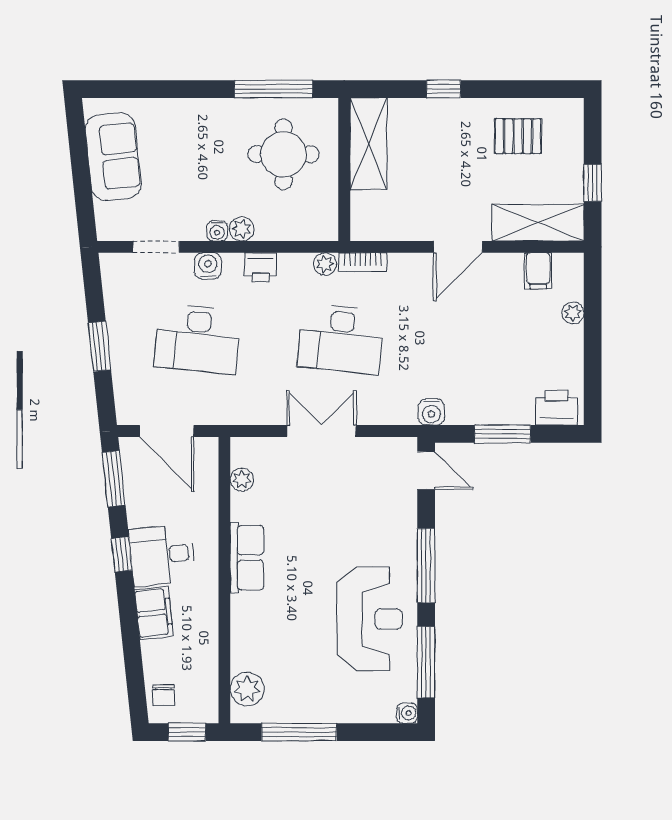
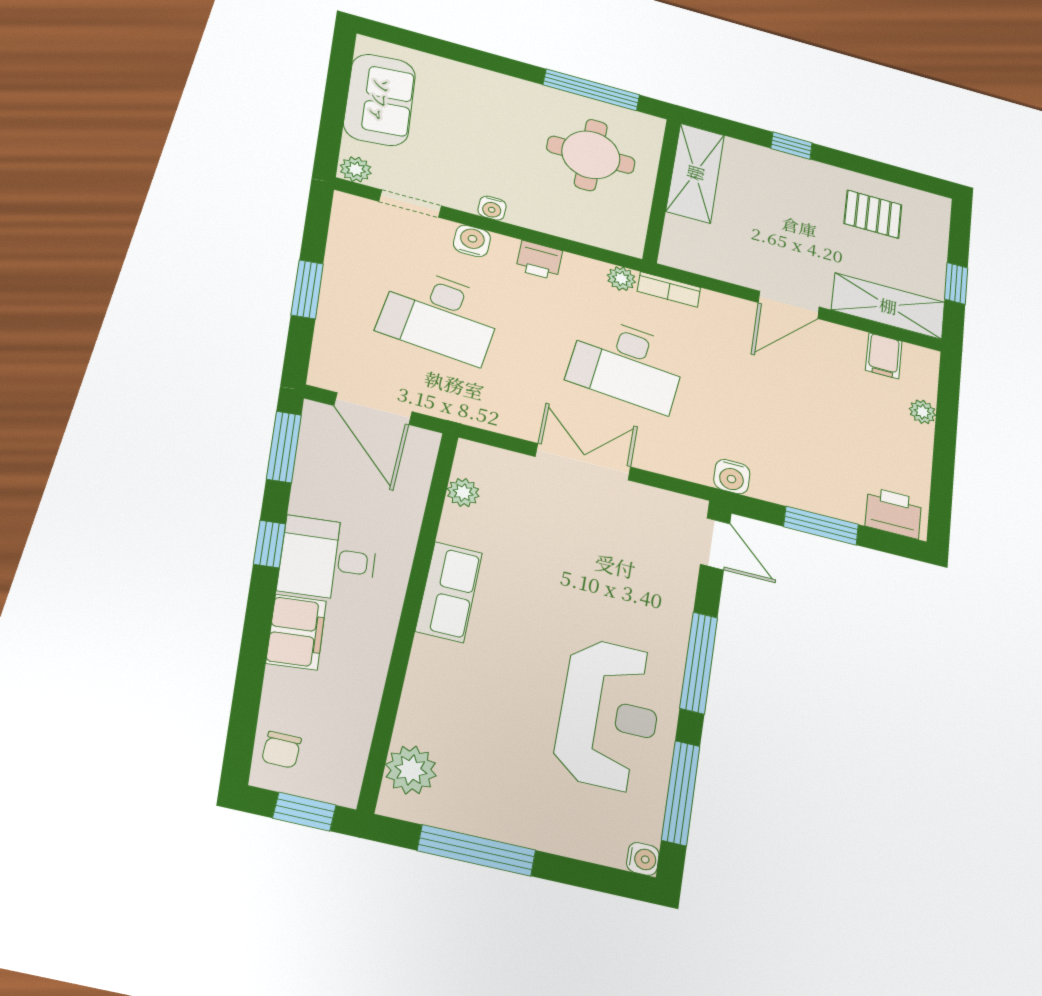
plant: (242, 229) -> (356, 169), moved

